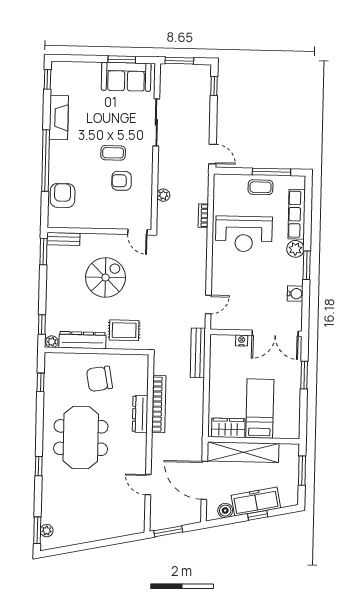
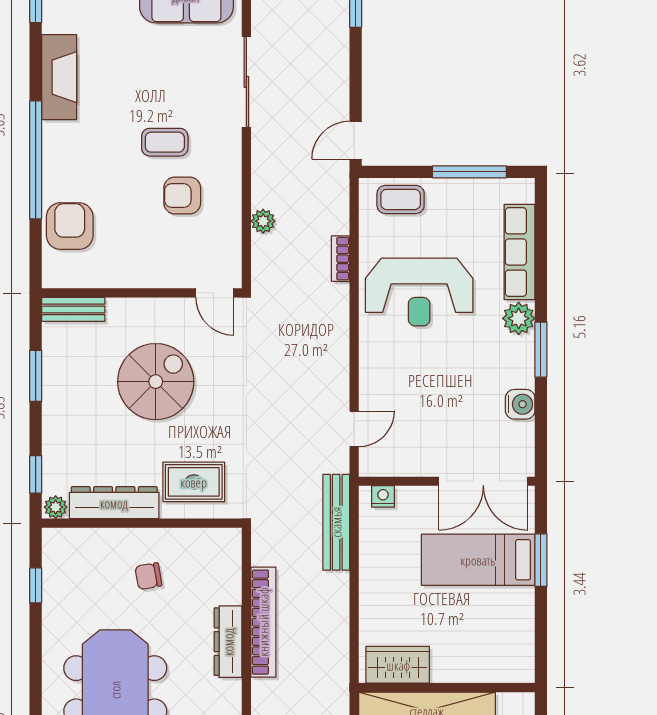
door: (213, 154) -> (356, 140), swing flipped
coffee table: (261, 187) -> (401, 199), moved
window: (44, 251) -> (36, 376), moved
nightstand: (242, 340) -> (383, 496), moved
chair: (99, 379) -> (148, 576), width x0.54, depth x0.54
bed: (260, 409) -> (478, 560), moved, turned -90

